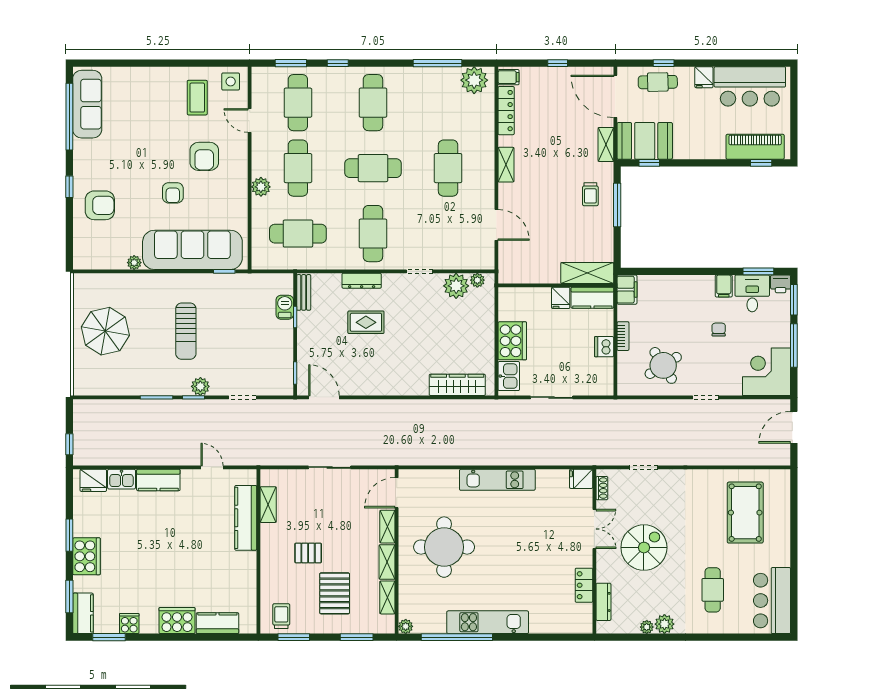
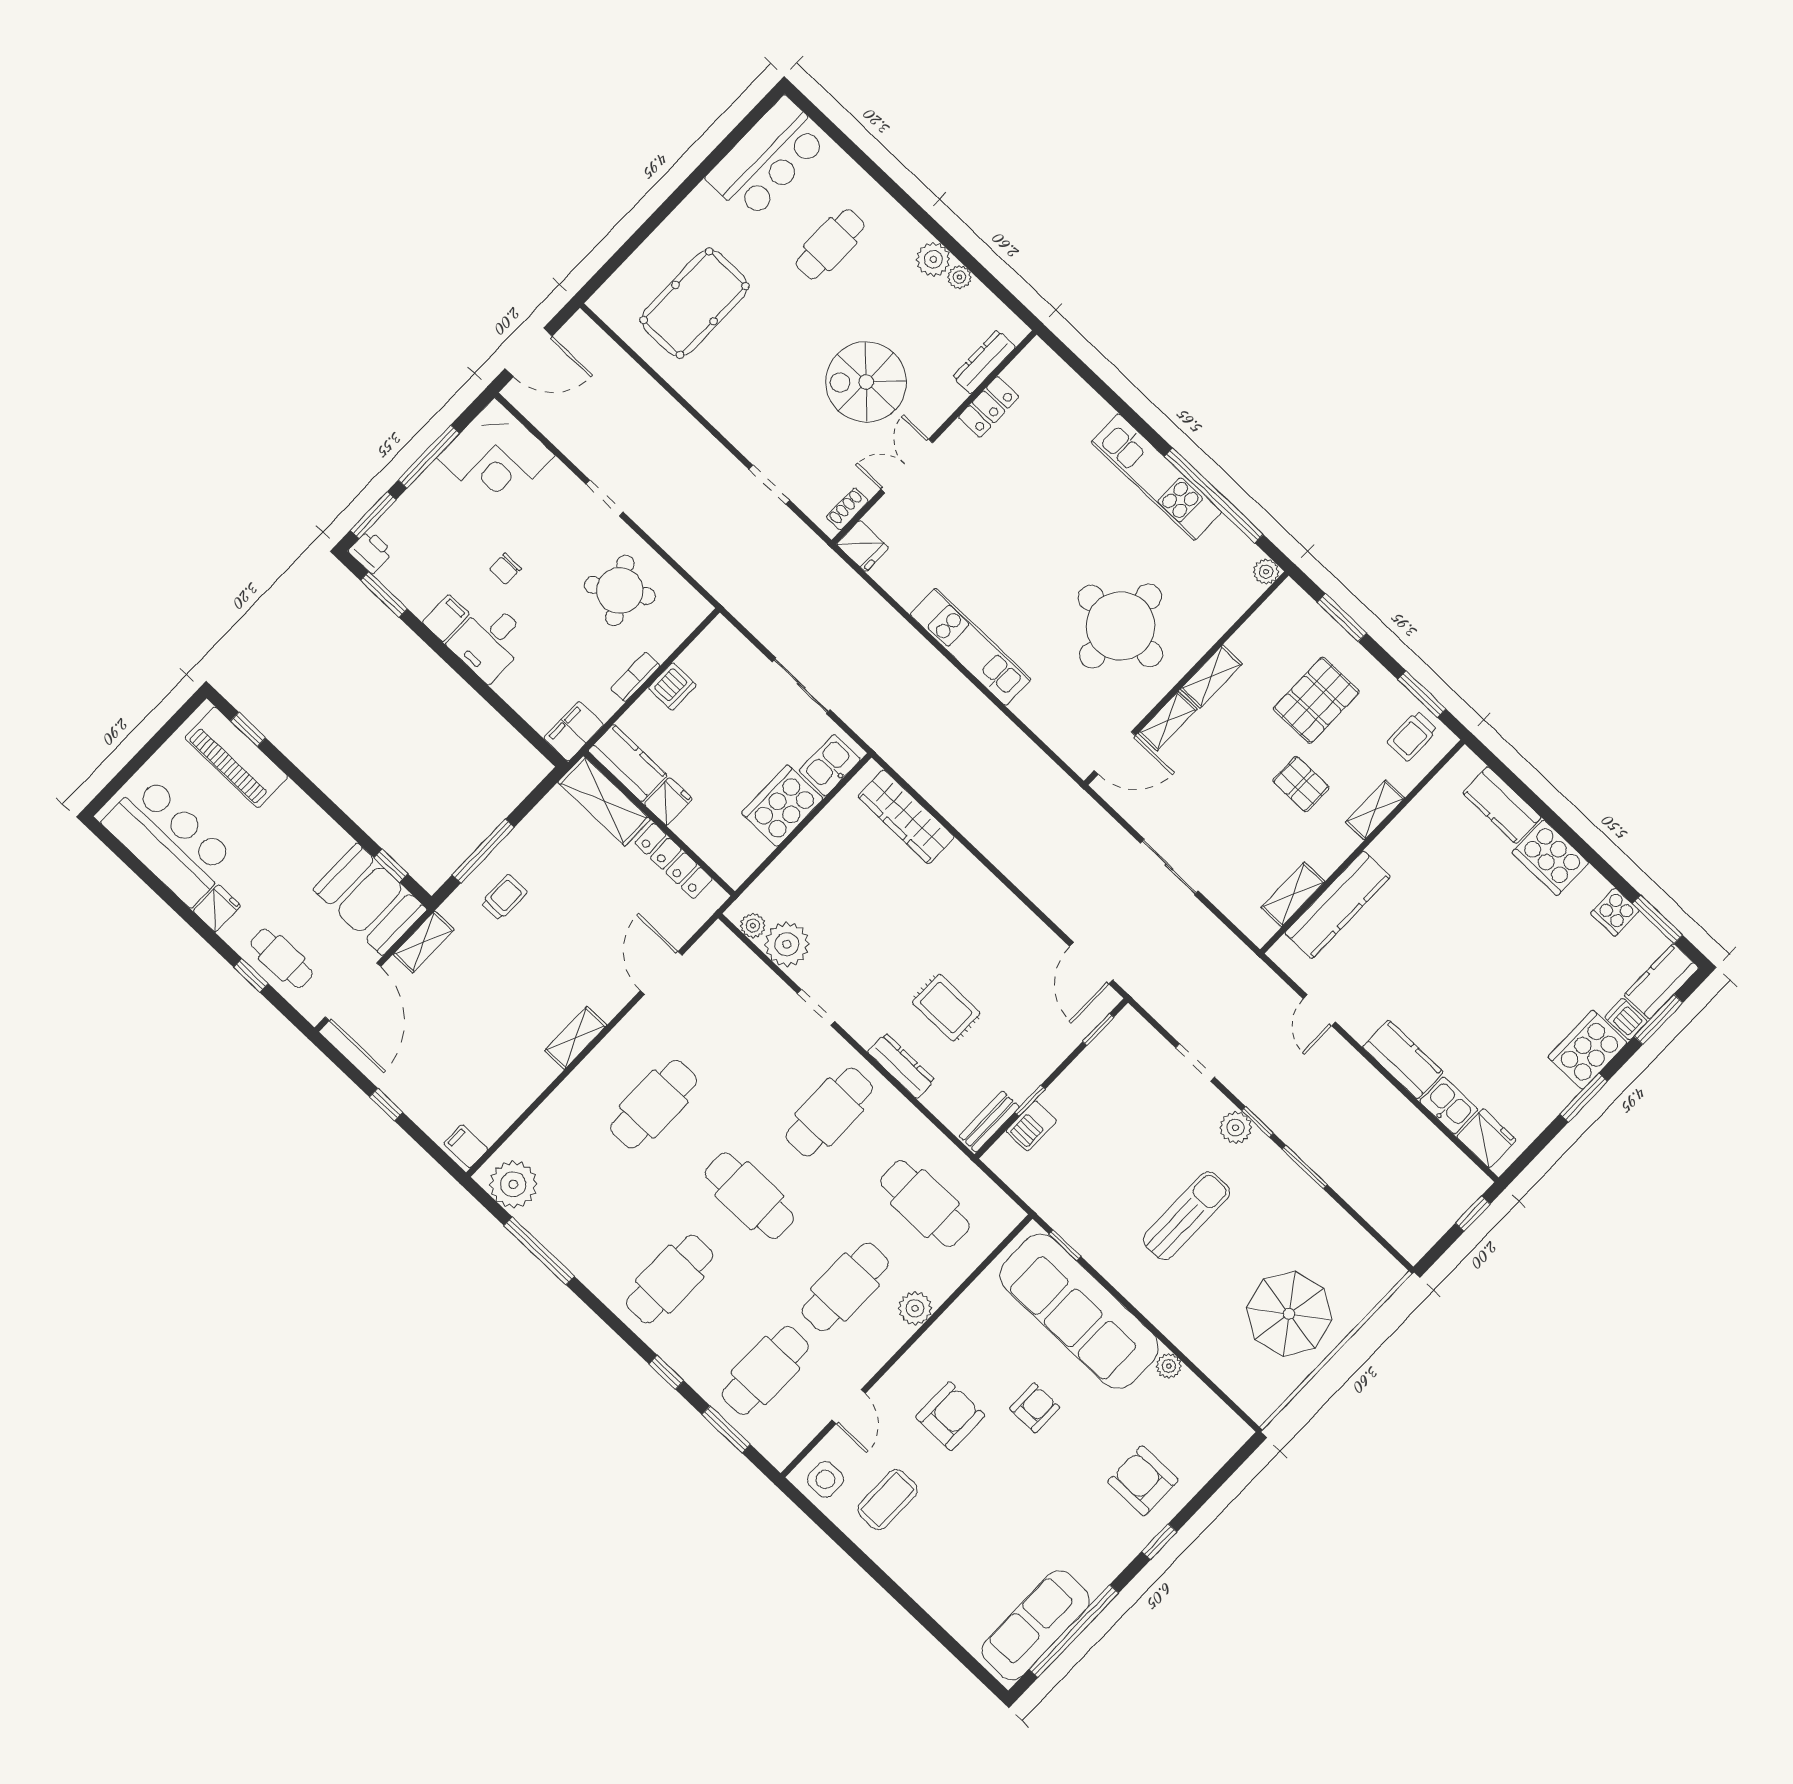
locker: (506, 111) -> (674, 861), moved, turned -90
desk: (752, 293) -> (489, 641), moved
dishwasher: (83, 584) -> (1626, 1019), added
shelving: (387, 597) -> (1375, 810), moved

